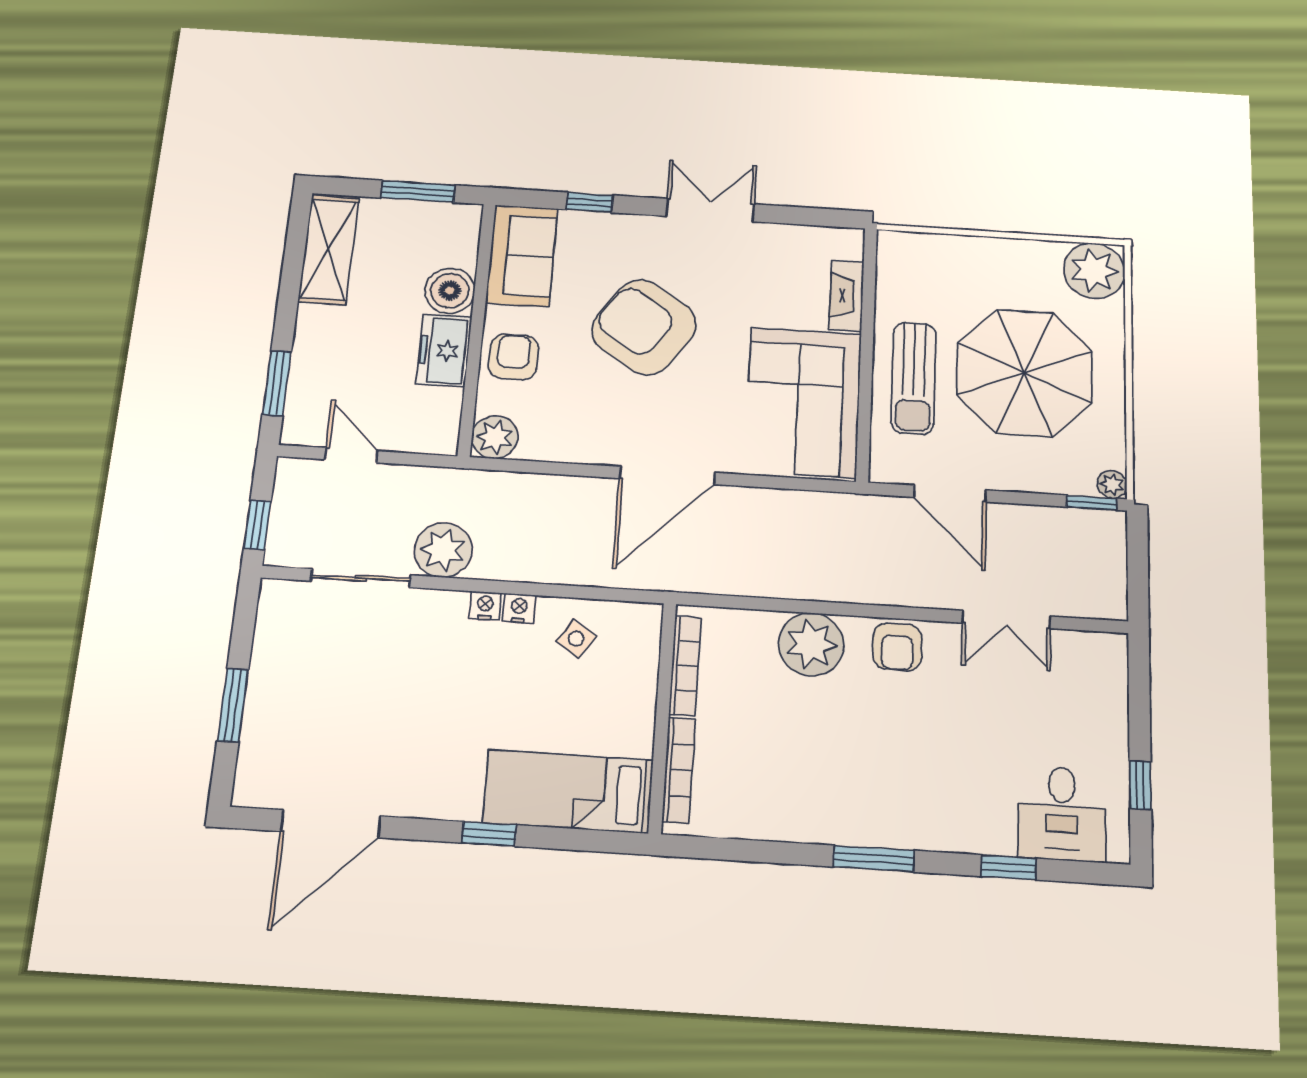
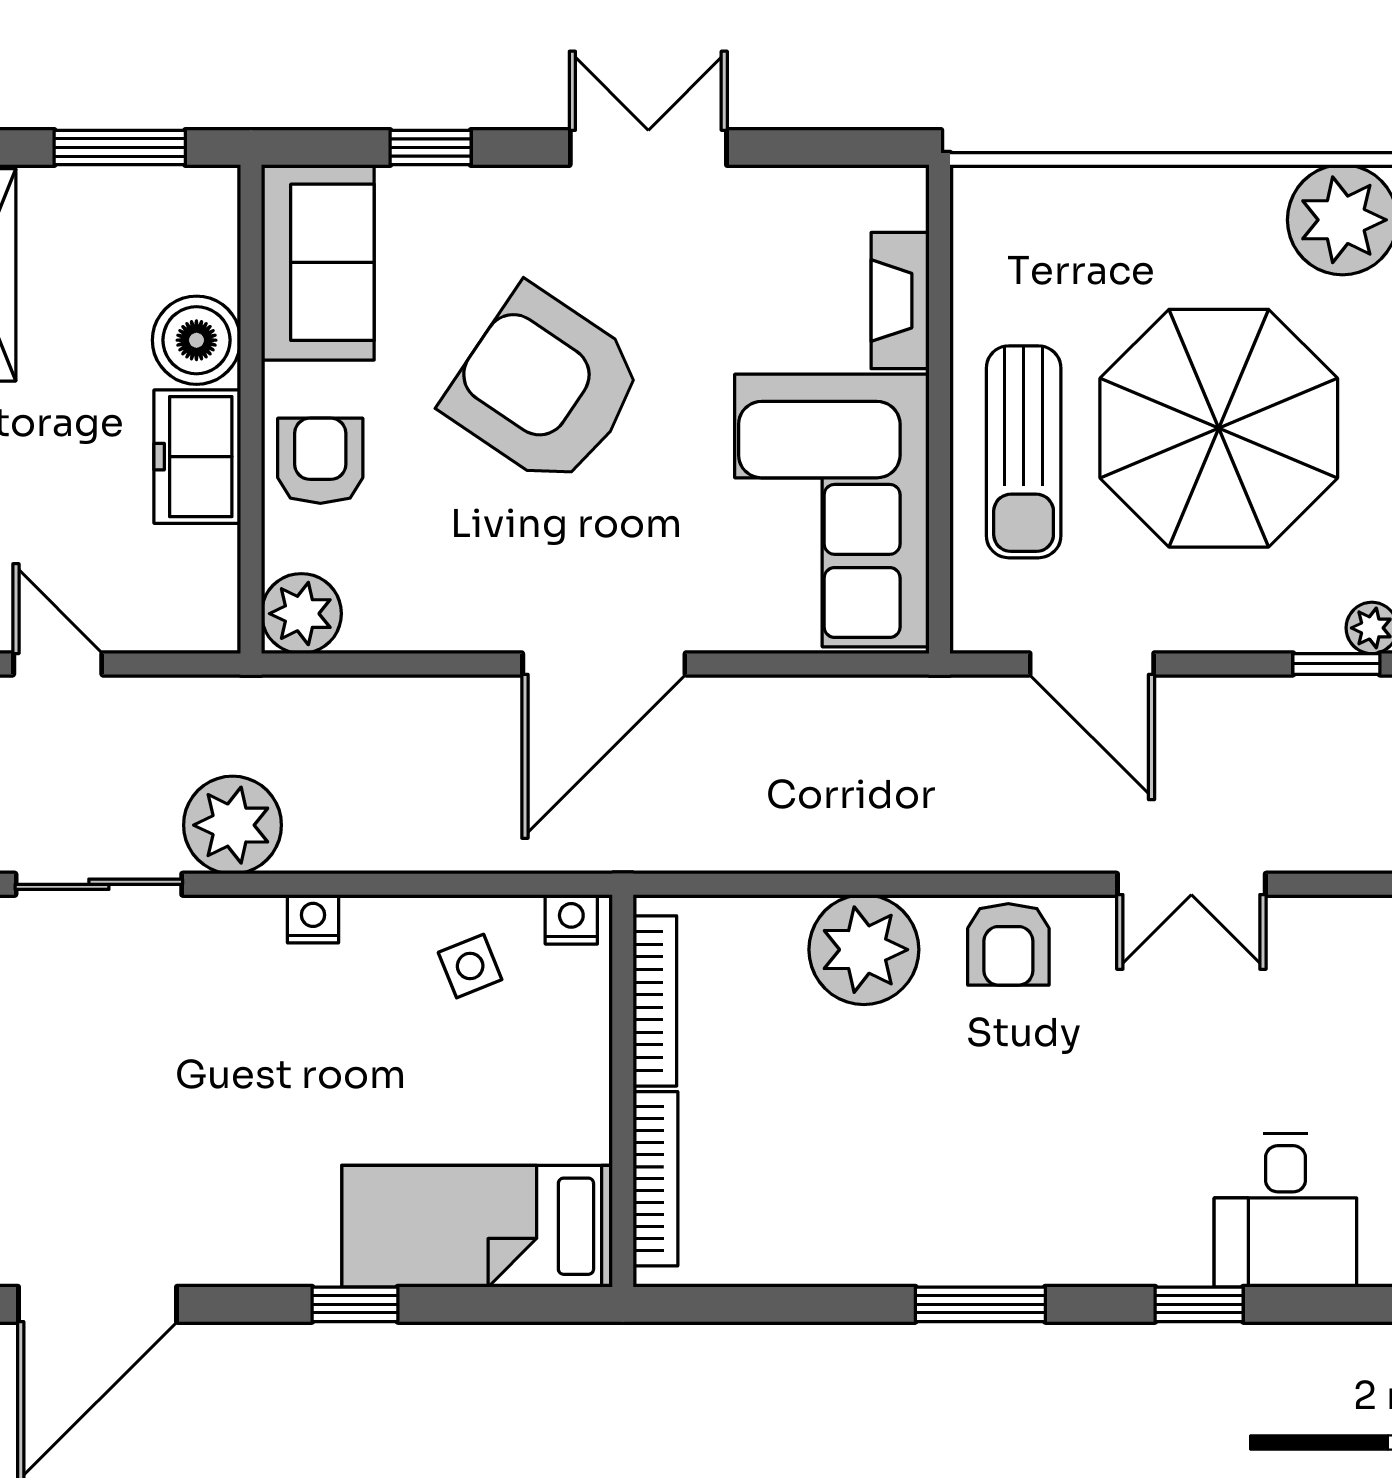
nightstand: (519, 608) -> (571, 919), moved
side table: (576, 639) -> (470, 966), turned 34

